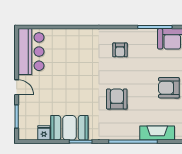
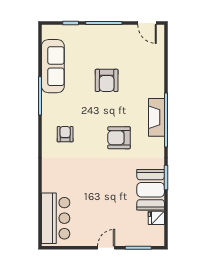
armchair: (120, 50) -> (65, 134), turned -90
bar counter: (31, 52) -> (56, 218), moved, turned 90
fireplace: (157, 133) -> (156, 117), moved

